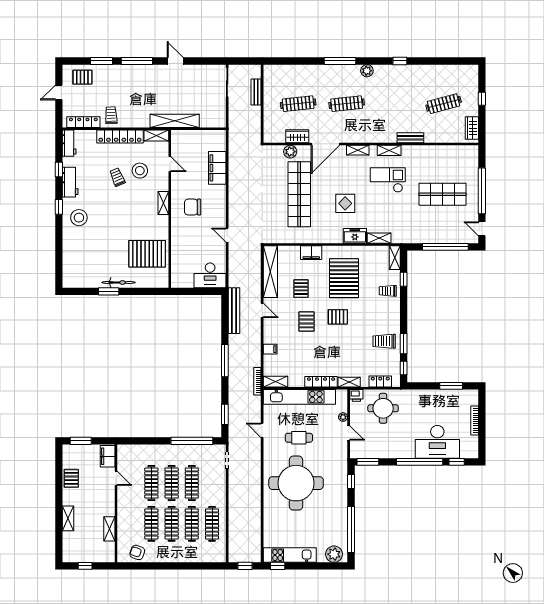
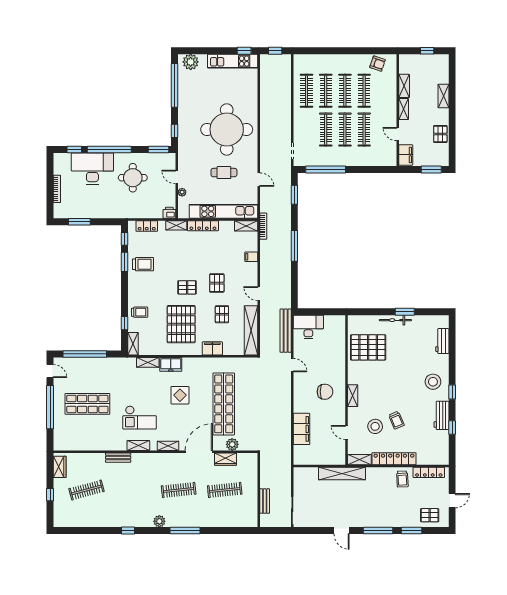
workbench: (69, 143) -> (442, 341), moved
bench: (234, 311) -> (286, 331), moved
round table: (383, 408) -> (133, 178), moved
shelving: (110, 505) -> (404, 109), added

